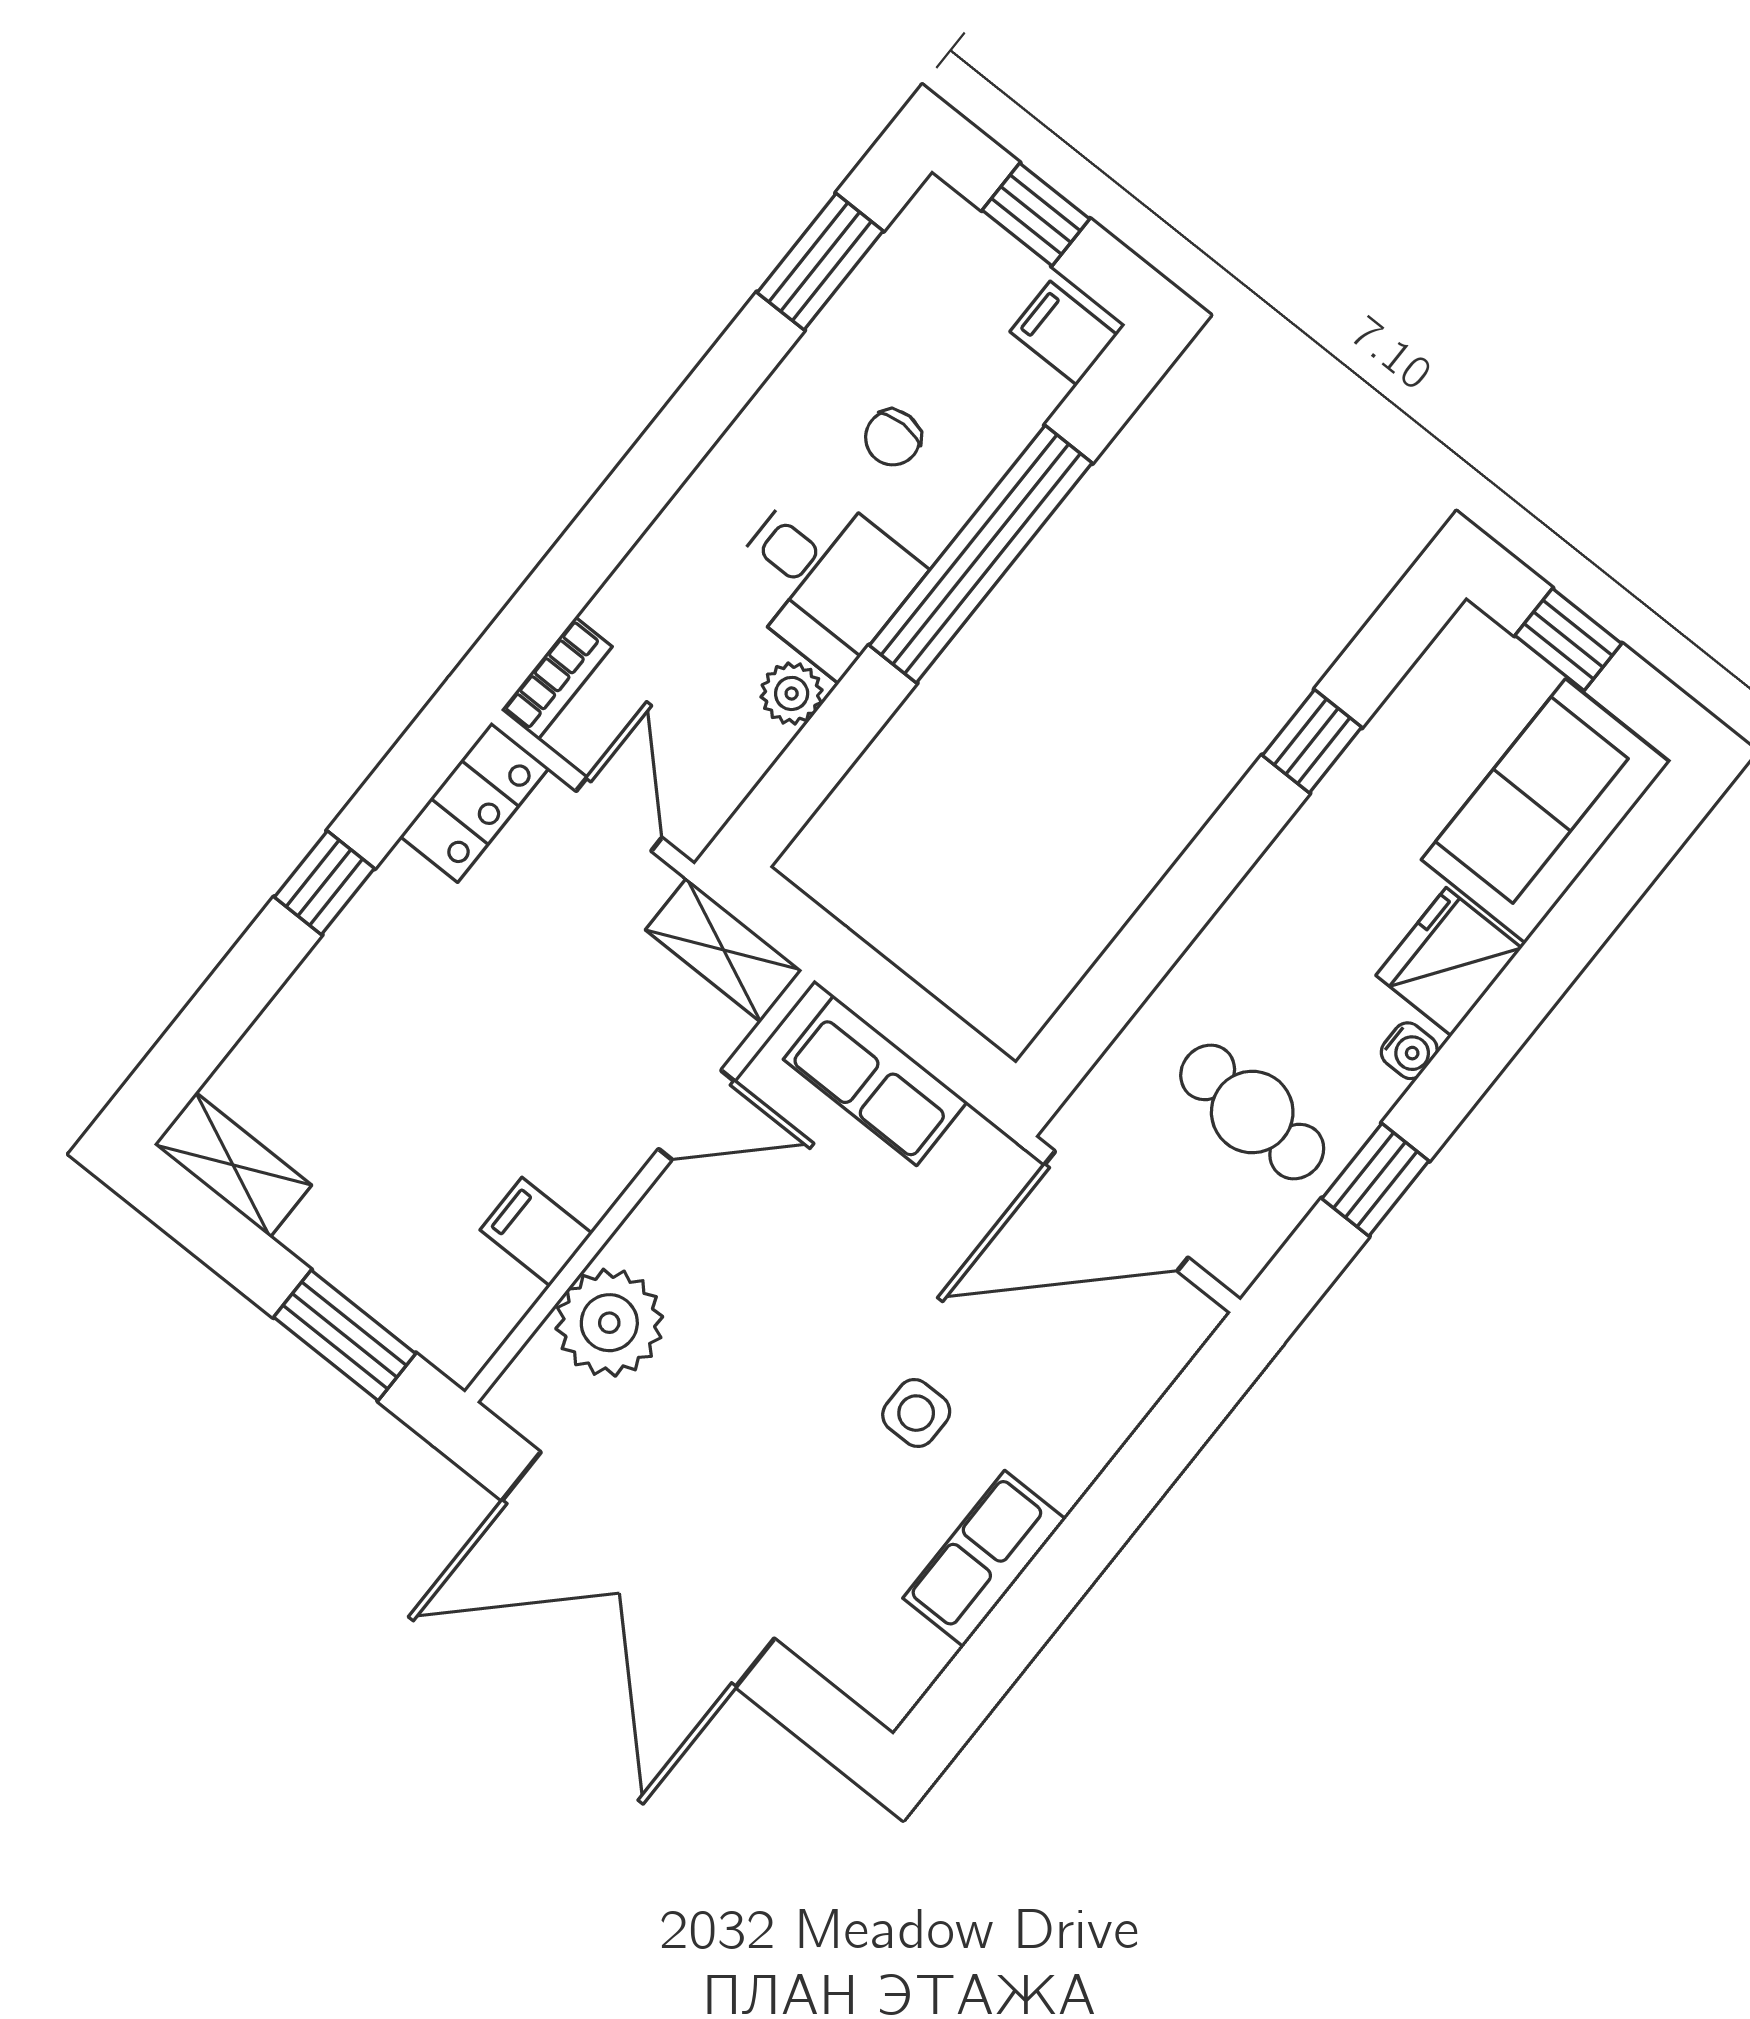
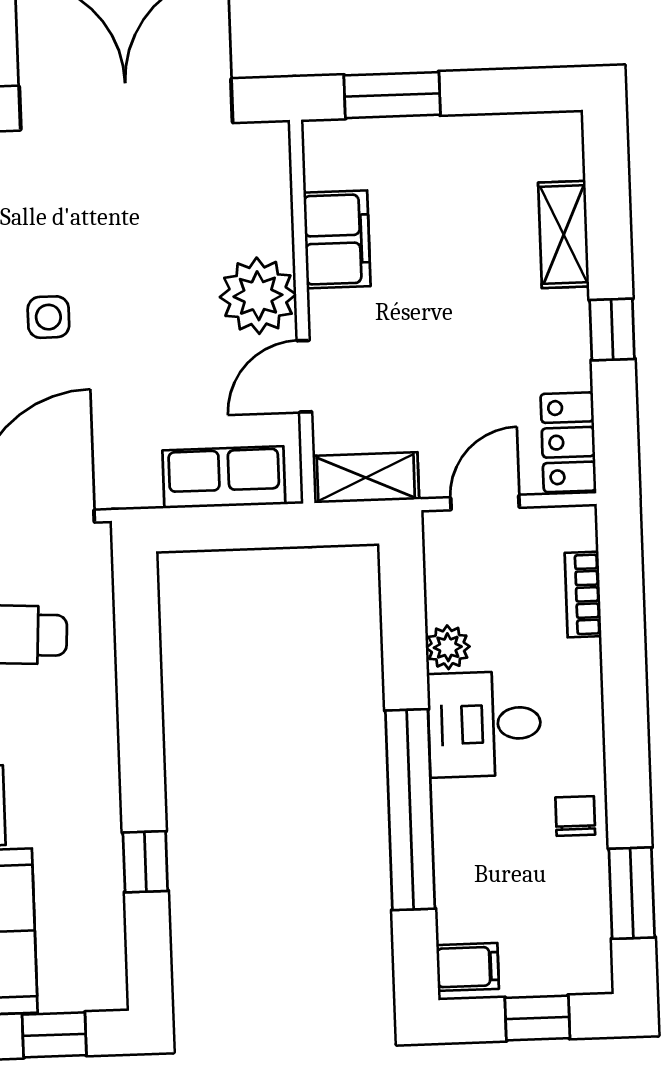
chair: (893, 438) -> (575, 816), moved
bookcase: (557, 678) -> (583, 595), moved
door: (619, 814) -> (485, 502), swing flipped
shelving: (233, 1165) -> (564, 235), moved, turned 90
filing cabinet: (536, 1232) -> (337, 239), width x2.00
plant: (609, 1323) -> (258, 296), moved

